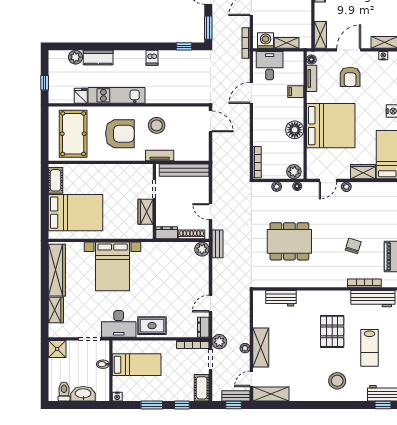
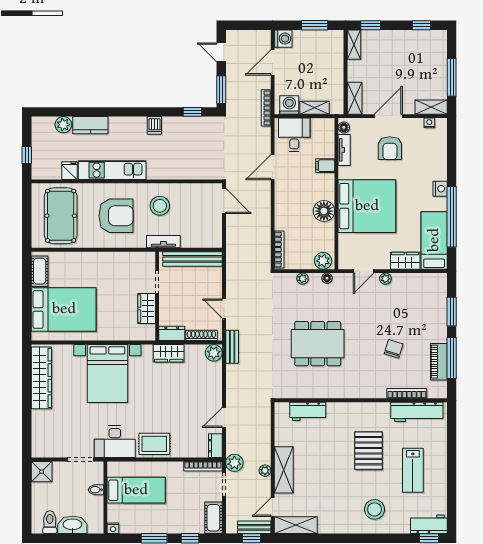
wardrobe: (56, 310) -> (169, 353), moved, turned 90

